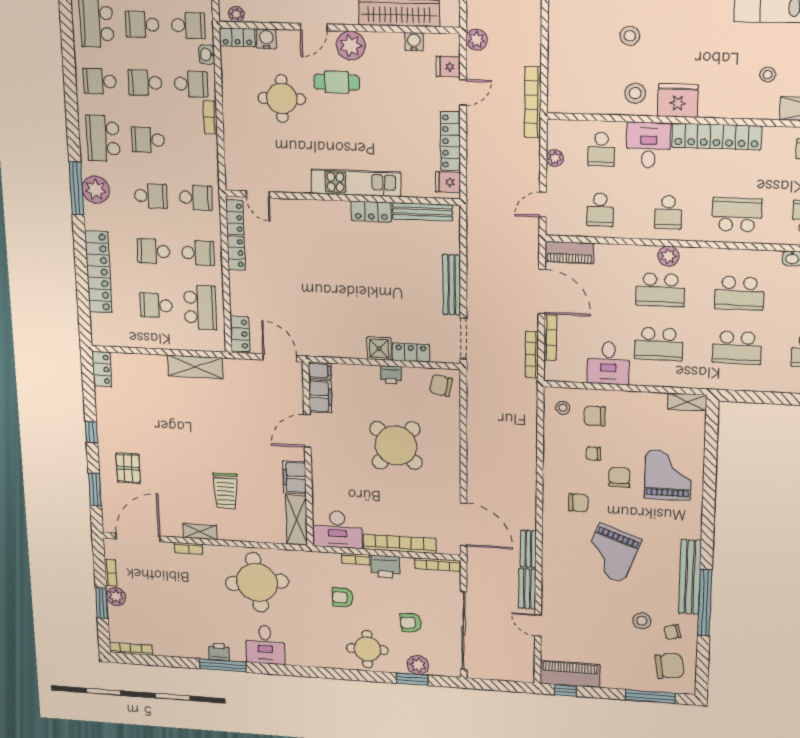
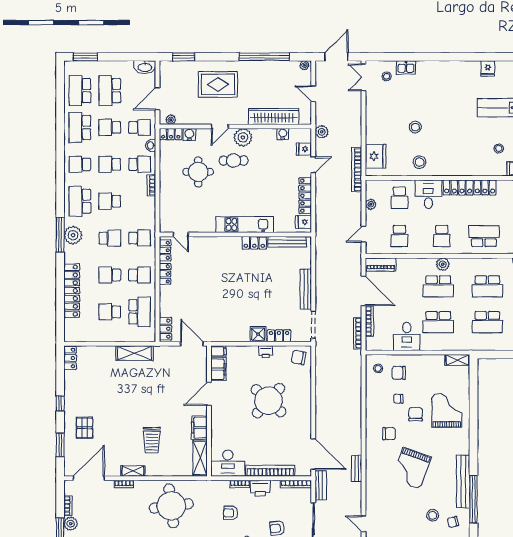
fridge: (678, 101) -> (376, 156), moved, turned 90
bench: (527, 589) -> (321, 485), moved

